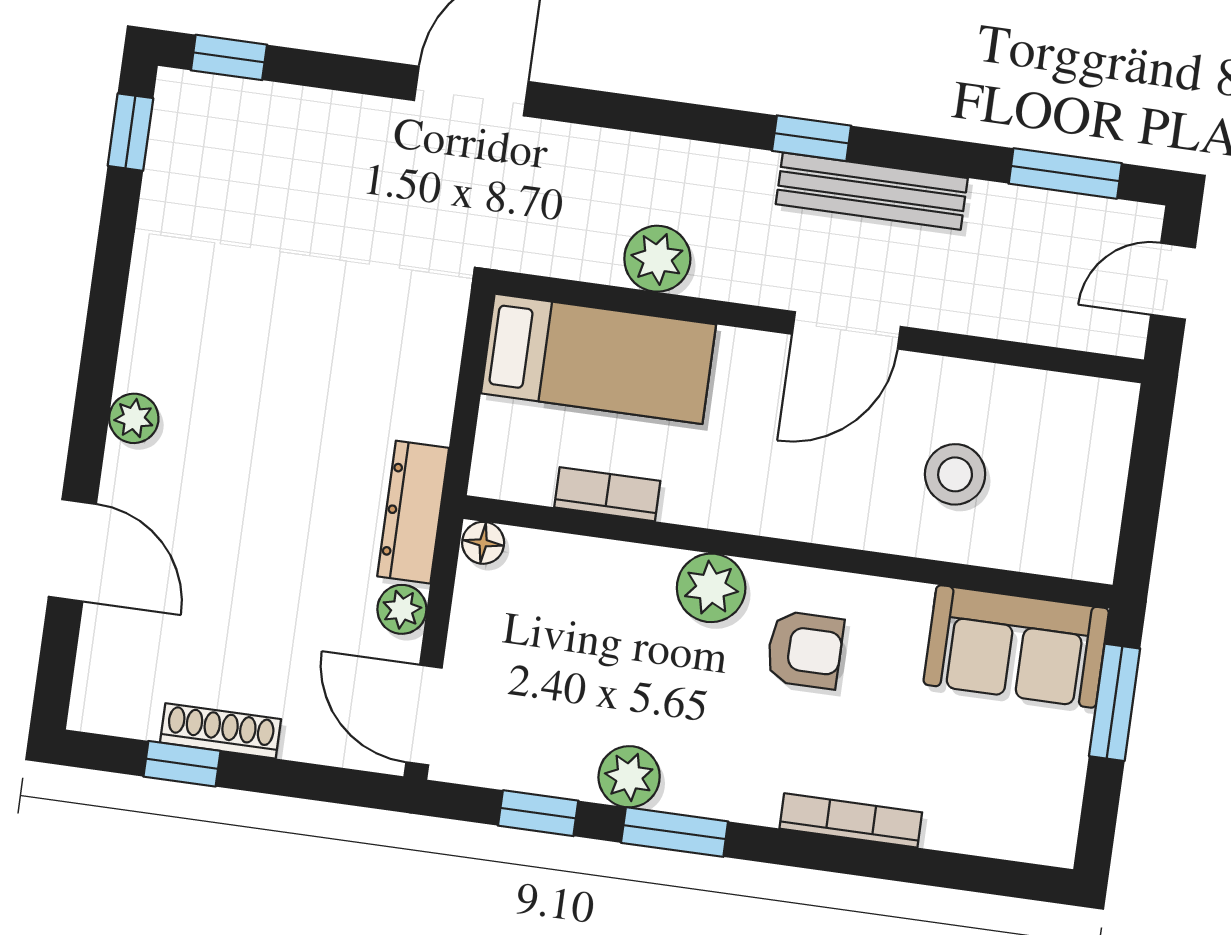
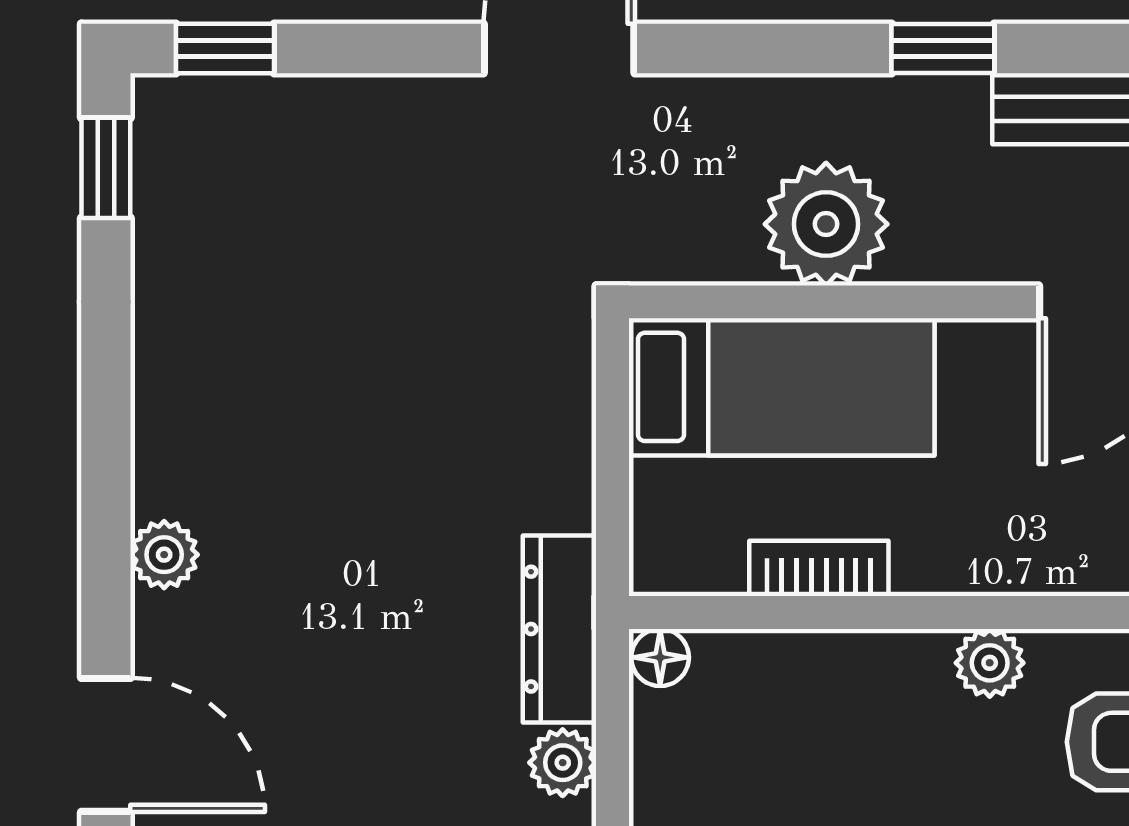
window: (812, 138) -> (943, 49), moved
plant: (657, 259) -> (826, 224), width x1.36, depth x1.36
plant: (711, 588) -> (990, 663), width x0.73, depth x0.73

